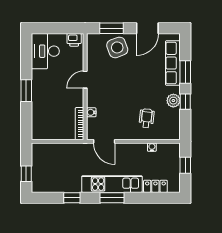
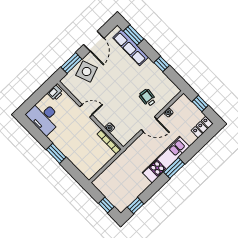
window: (185, 72) -> (133, 35), moved
door: (85, 80) -> (86, 111), swing flipped
plant: (173, 101) -> (154, 71), removed
door: (104, 141) -> (149, 124), moved
locker: (155, 186) -> (202, 127), moved
window: (72, 198) -> (136, 206), moved

